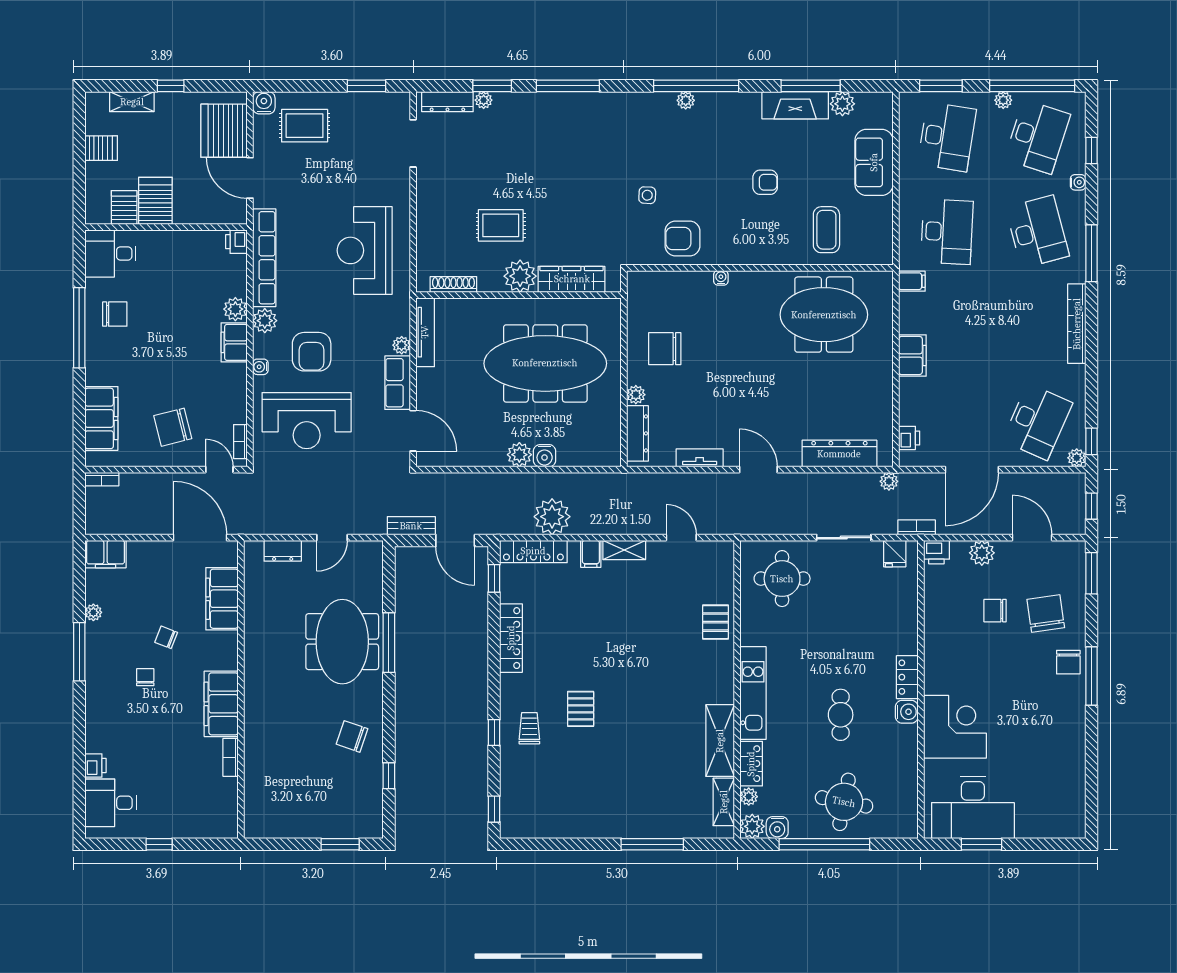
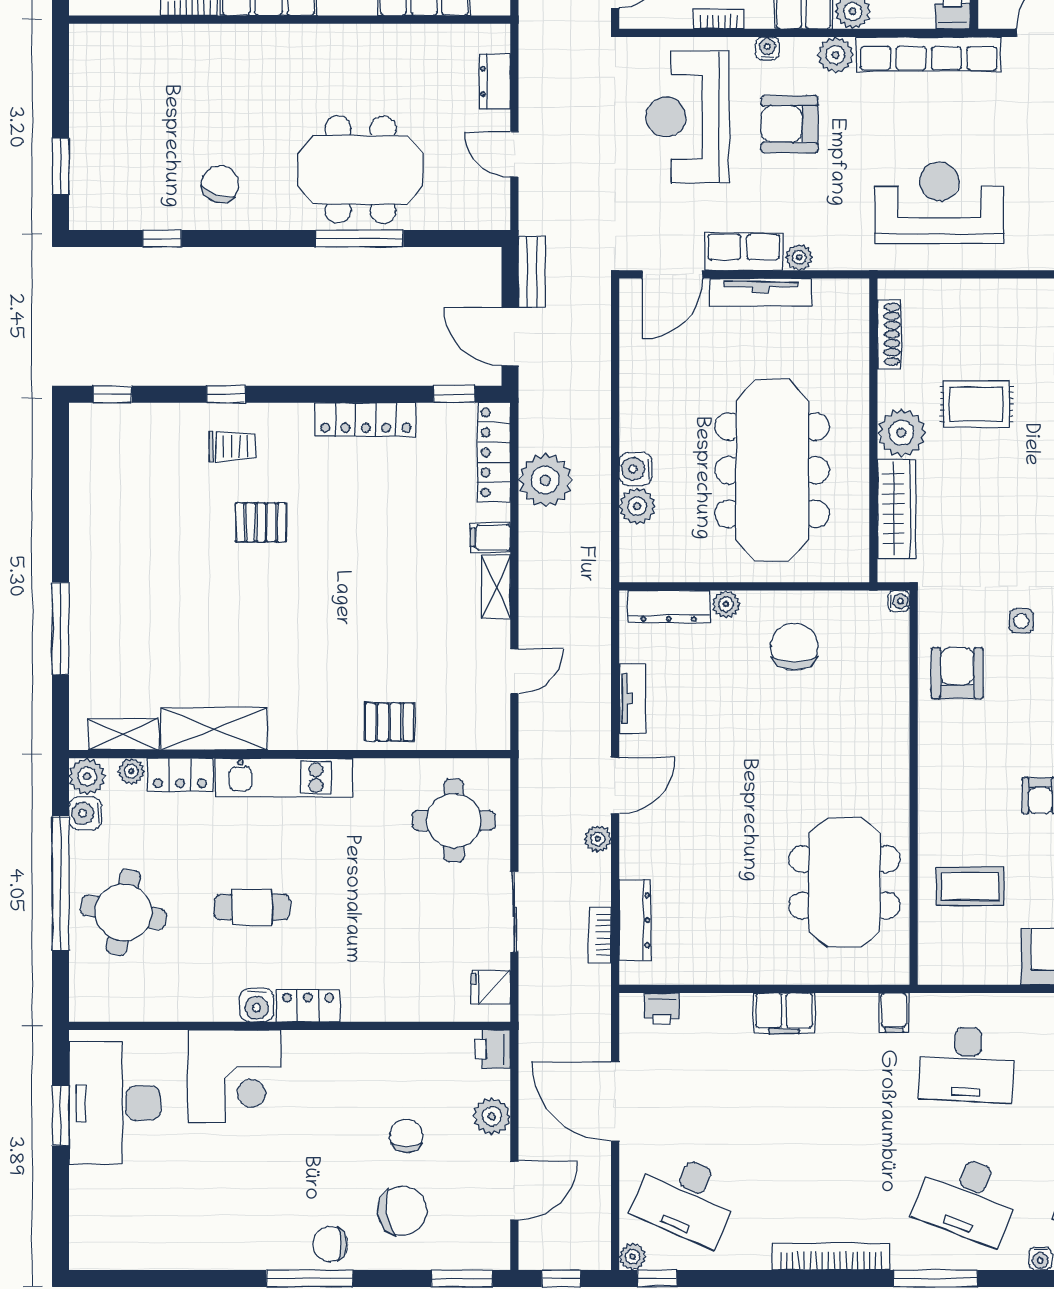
rug: (501, 225) -> (977, 404), turned 90
desk: (1037, 232) -> (967, 1198), turned 36
water cooler: (721, 278) -> (899, 601), moved
tv unit: (425, 332) -> (761, 292), moved
bookcase: (240, 442) -> (719, 19), moved
dresser: (839, 454) -> (635, 920), width x0.73, depth x0.80
plant: (519, 455) -> (637, 506), moved
plant: (889, 481) -> (598, 839), moved
bookcase: (917, 527) -> (600, 935), moved, turned 180
door: (455, 541) -> (510, 337), hinge flipped

